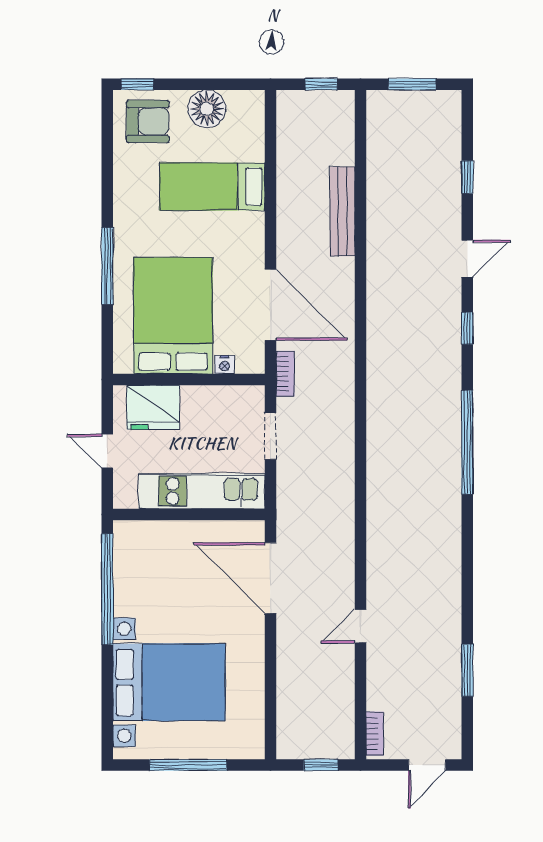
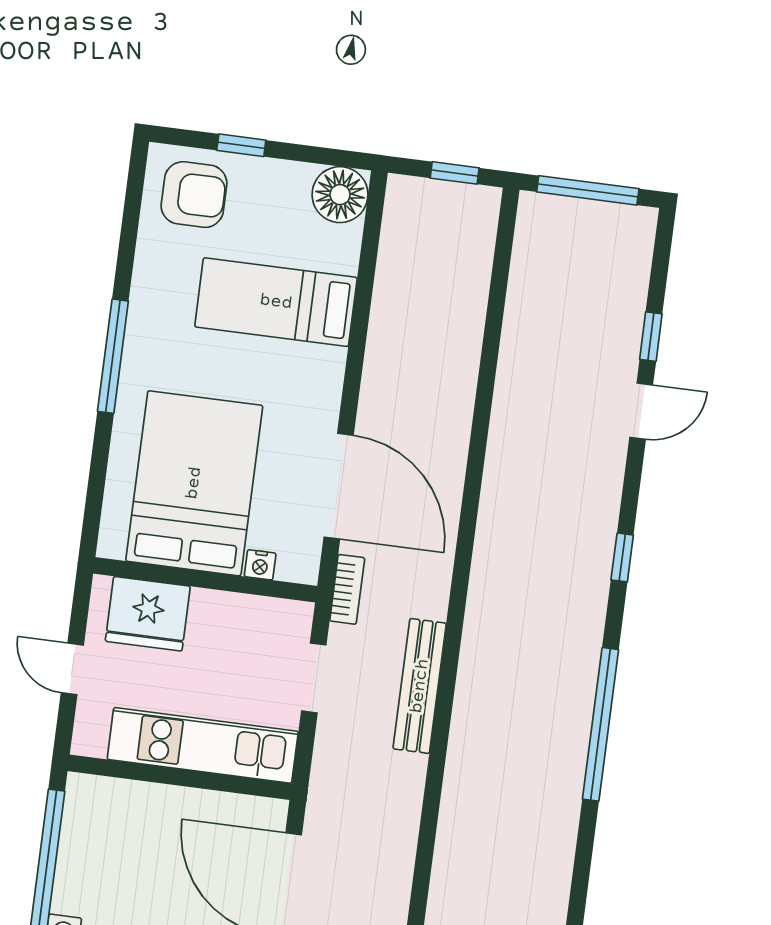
window: (137, 84) -> (241, 145), moved
window: (412, 84) -> (588, 190), width x1.44
floor lamp: (207, 109) -> (340, 195), moved
bench: (342, 212) -> (420, 686), moved
door: (467, 259) -> (641, 411), moved
window: (107, 266) -> (113, 356), moved

